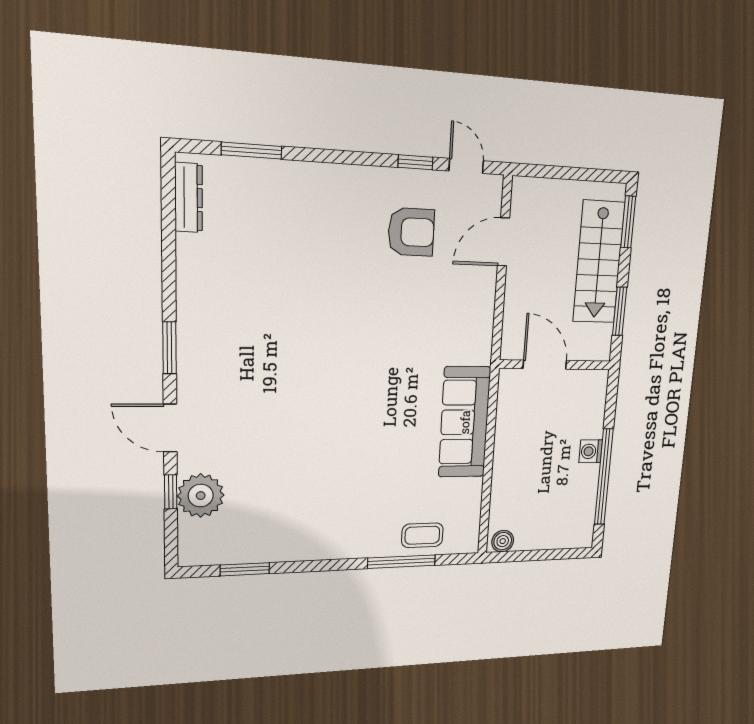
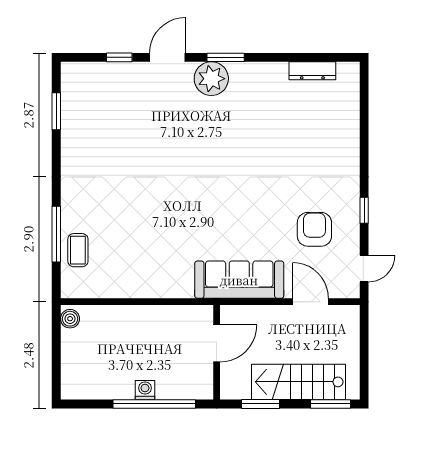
window: (252, 151) -> (364, 113), removed
window: (415, 162) -> (364, 210), moved
dresser: (189, 198) -> (312, 71), moved
armchair: (411, 232) -> (314, 229), turned 180
sofa: (465, 422) -> (239, 280), moved
window: (604, 477) -> (154, 404), moved
plant: (201, 496) -> (211, 79), moved

